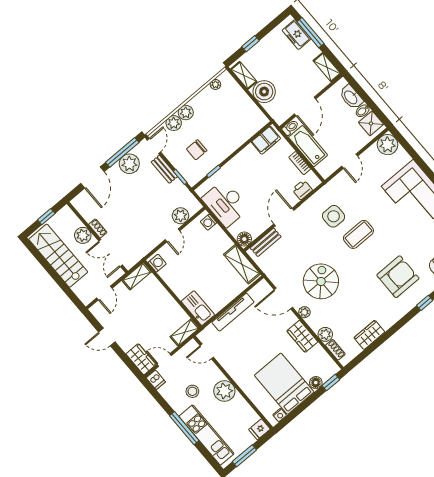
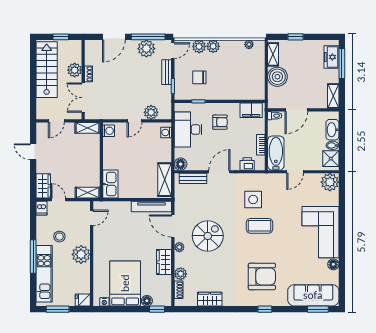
bathtub: (308, 146) -> (276, 153), moved
armchair: (248, 173) -> (220, 122), added
tv unit: (233, 312) -> (151, 207), moved
door: (207, 351) -> (92, 218), swing flipped

